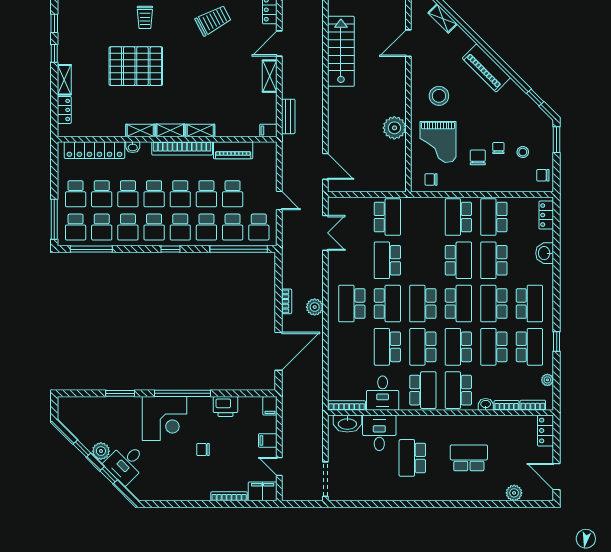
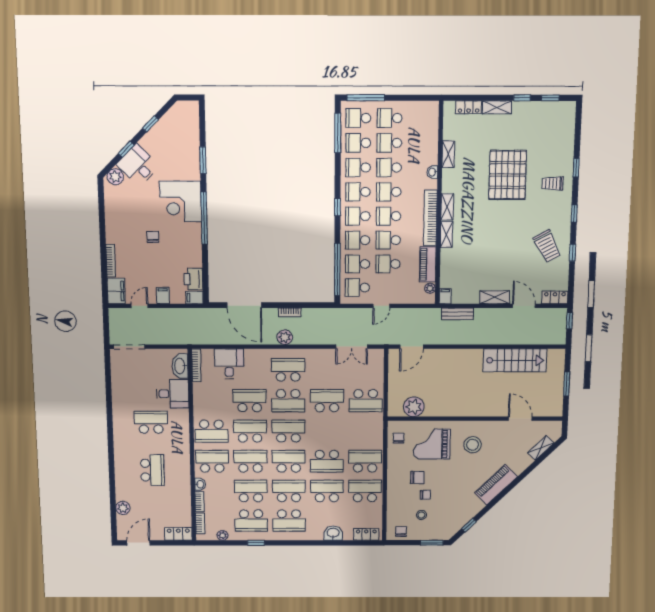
plant: (394, 128) -> (414, 407), moved
shelving: (140, 130) -> (448, 154), moved
plant: (260, 147) -> (430, 288), added
locker: (94, 150) -> (430, 136), removed
school desk: (458, 304) -> (289, 461), turned 180
desk: (383, 393) -> (229, 364), moved, turned 90
printer: (225, 407) -> (193, 279), moved
plant: (101, 451) -> (115, 177), moved

